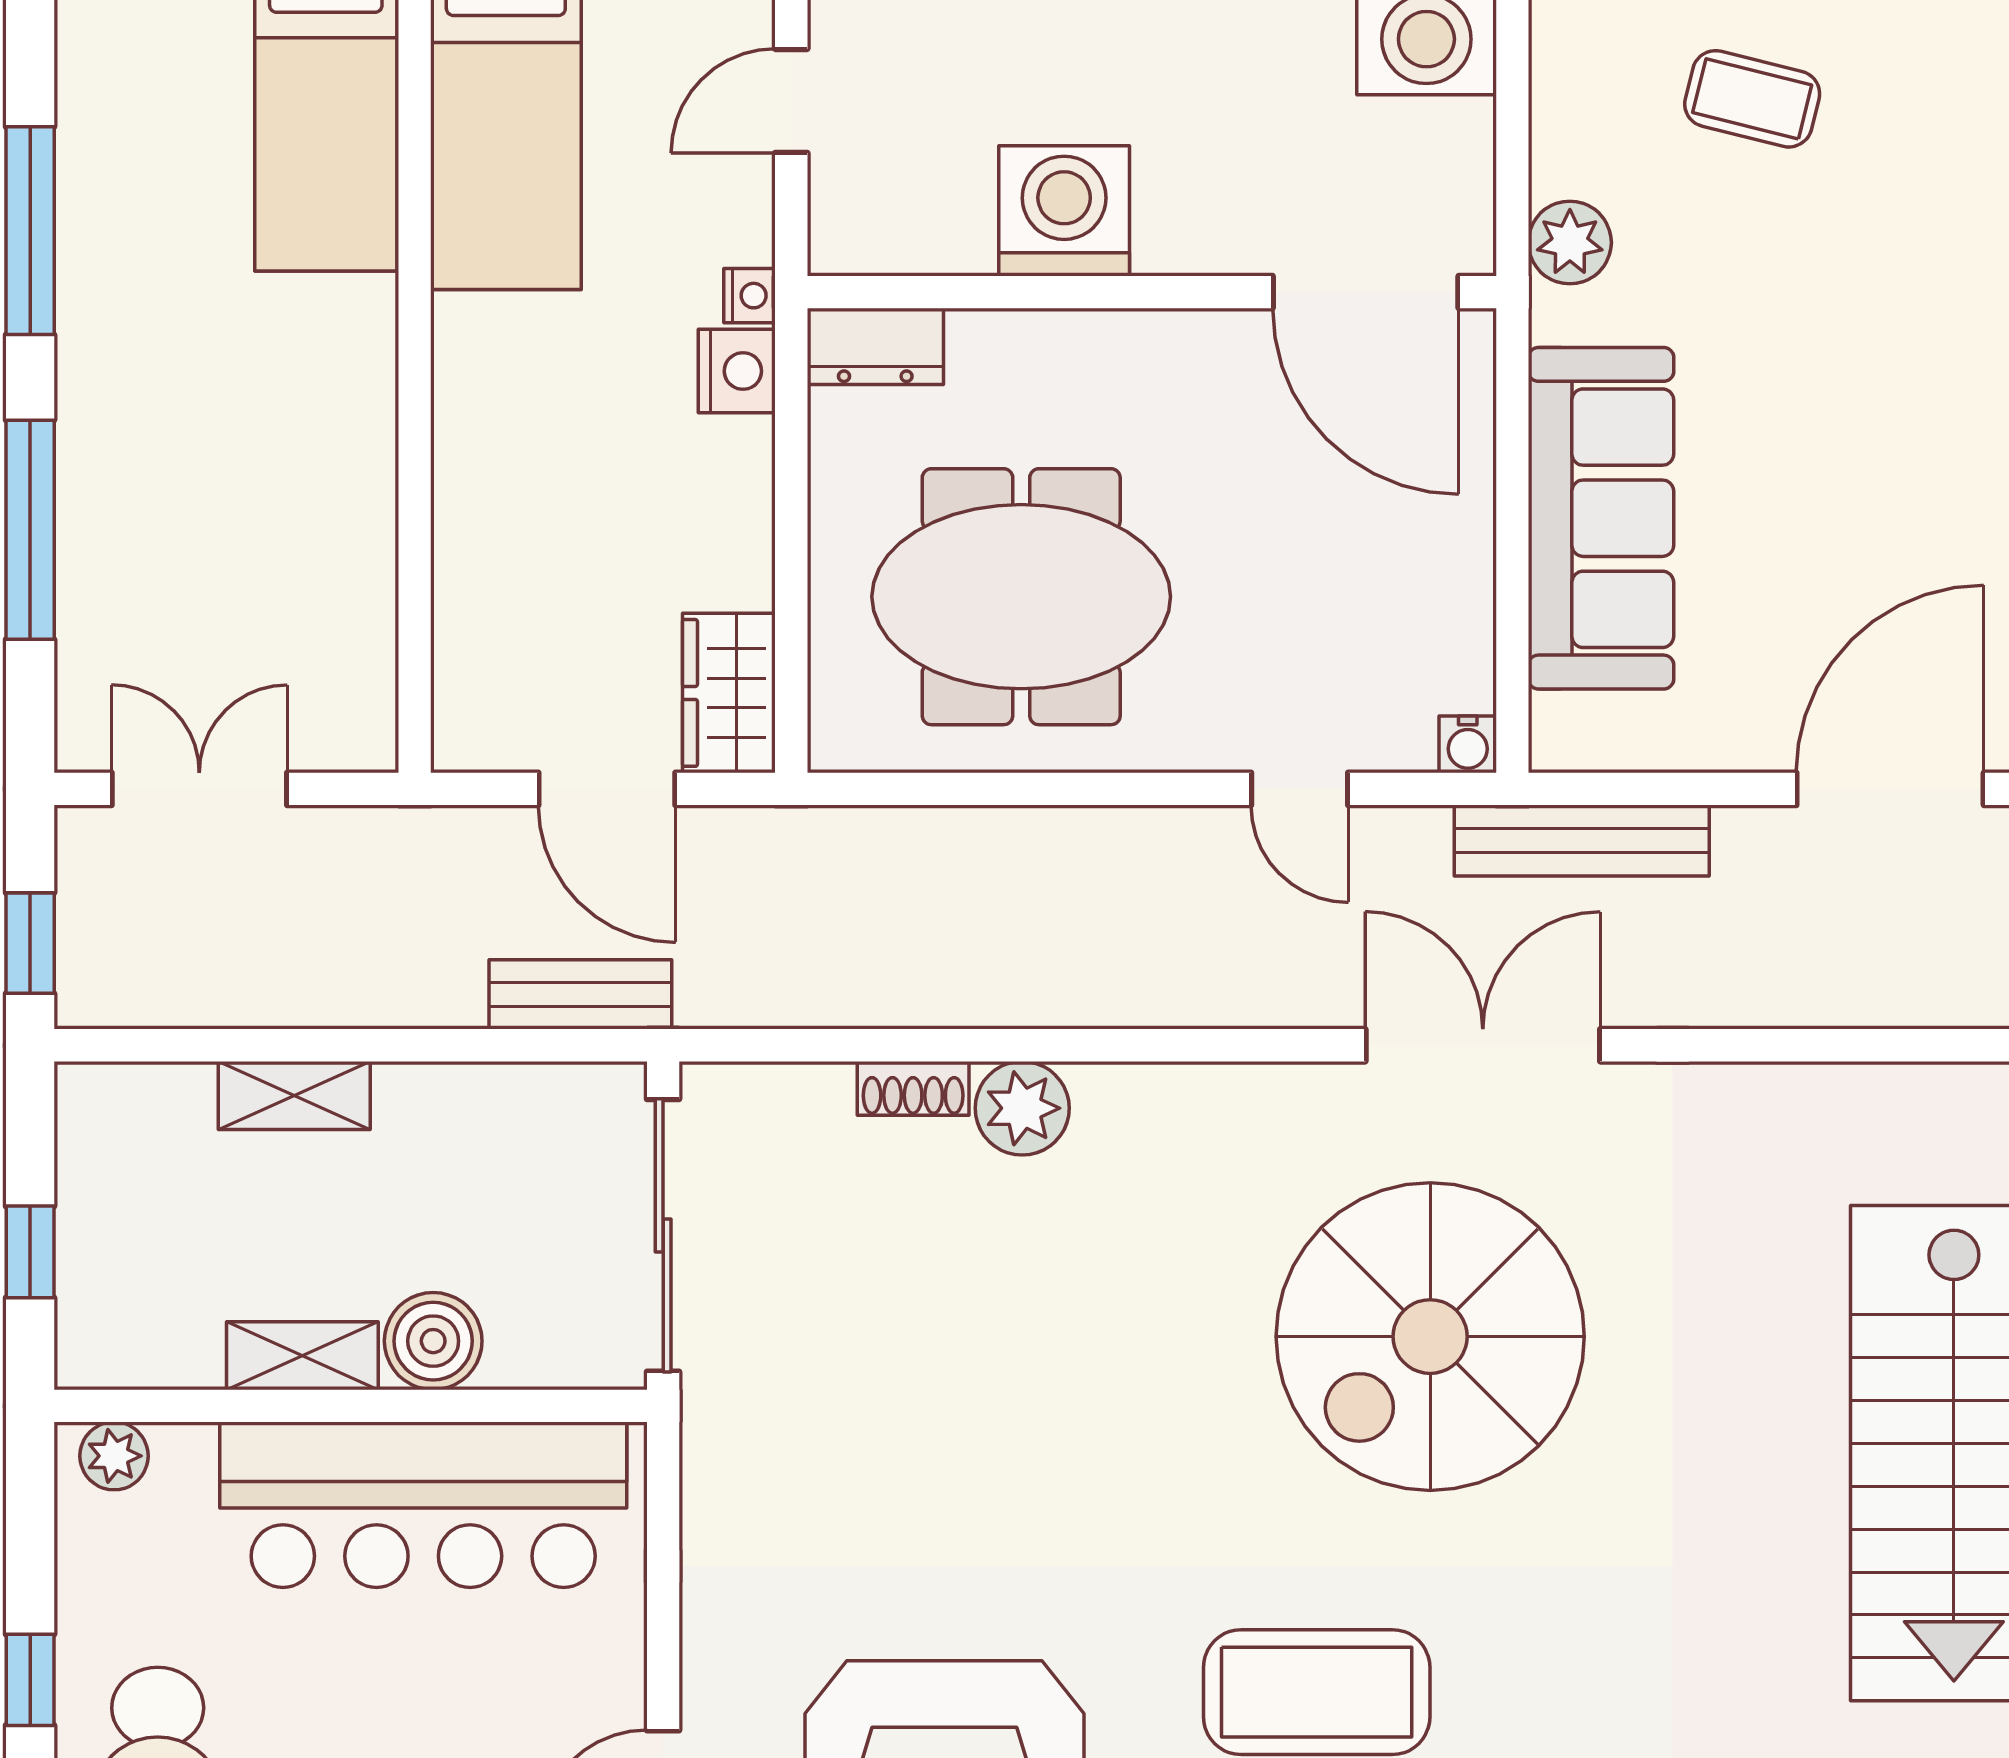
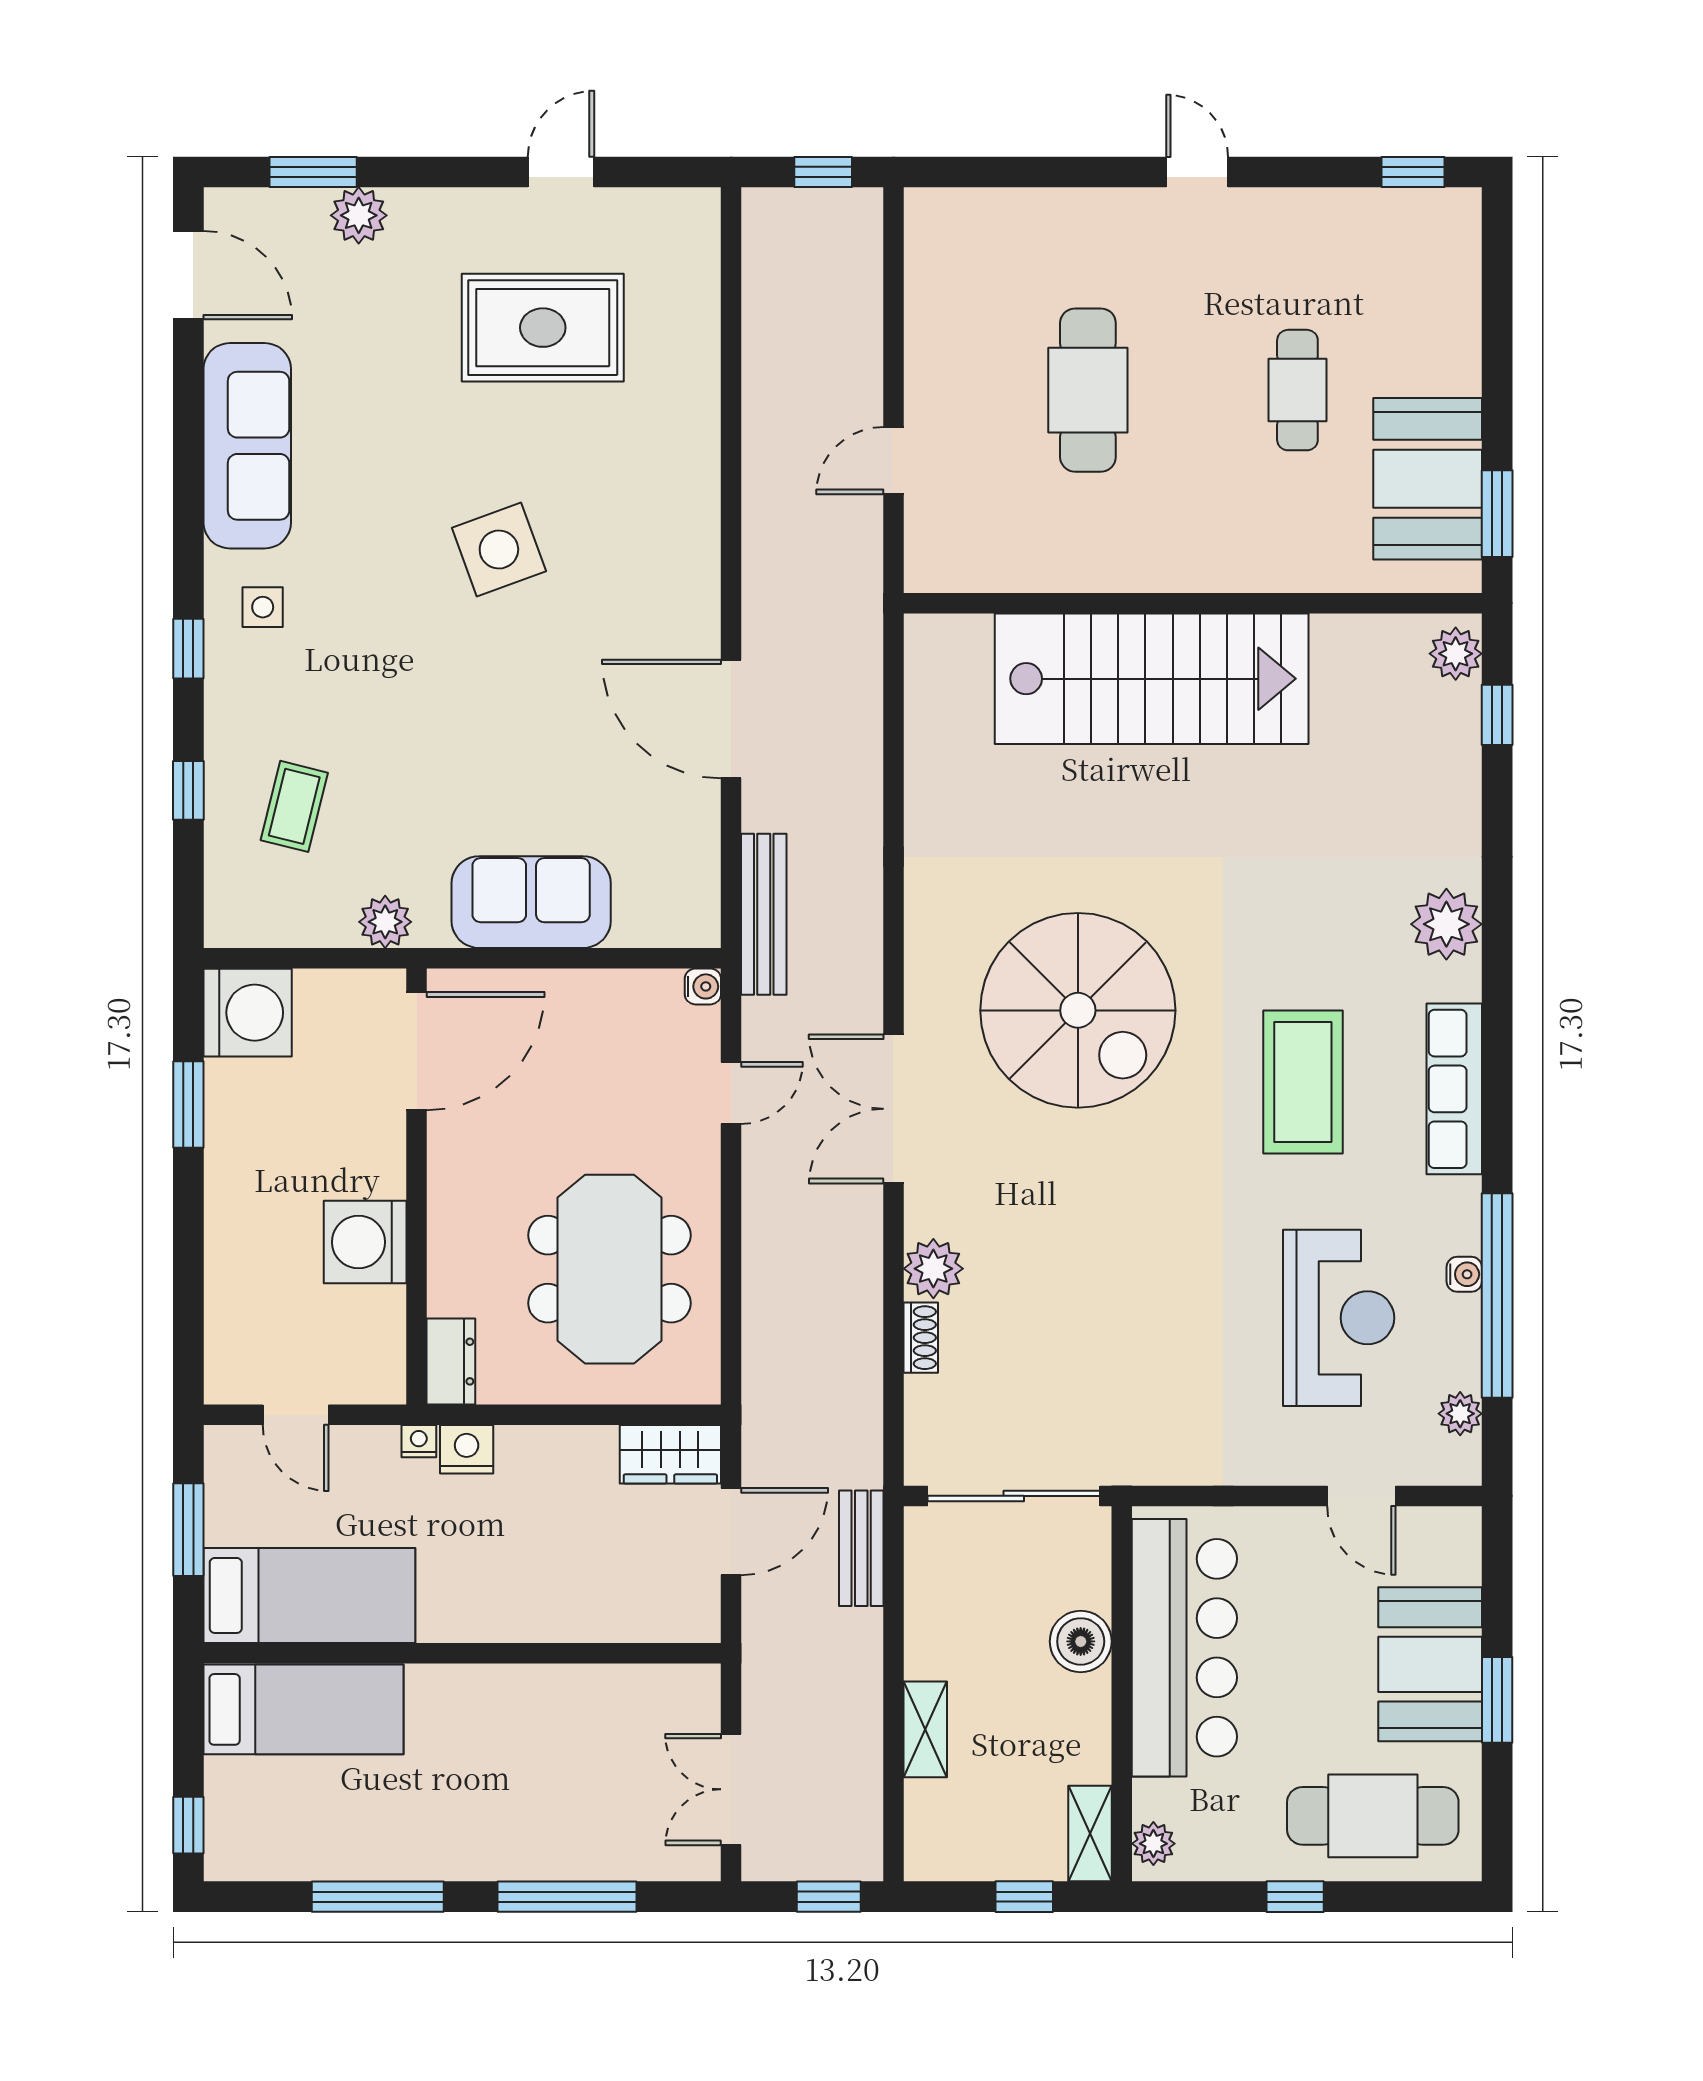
sofa: (1601, 518) -> (531, 902), width x0.73
double door: (1483, 1045) -> (893, 1109), moved
shelving: (302, 1356) -> (1090, 1833), moved

